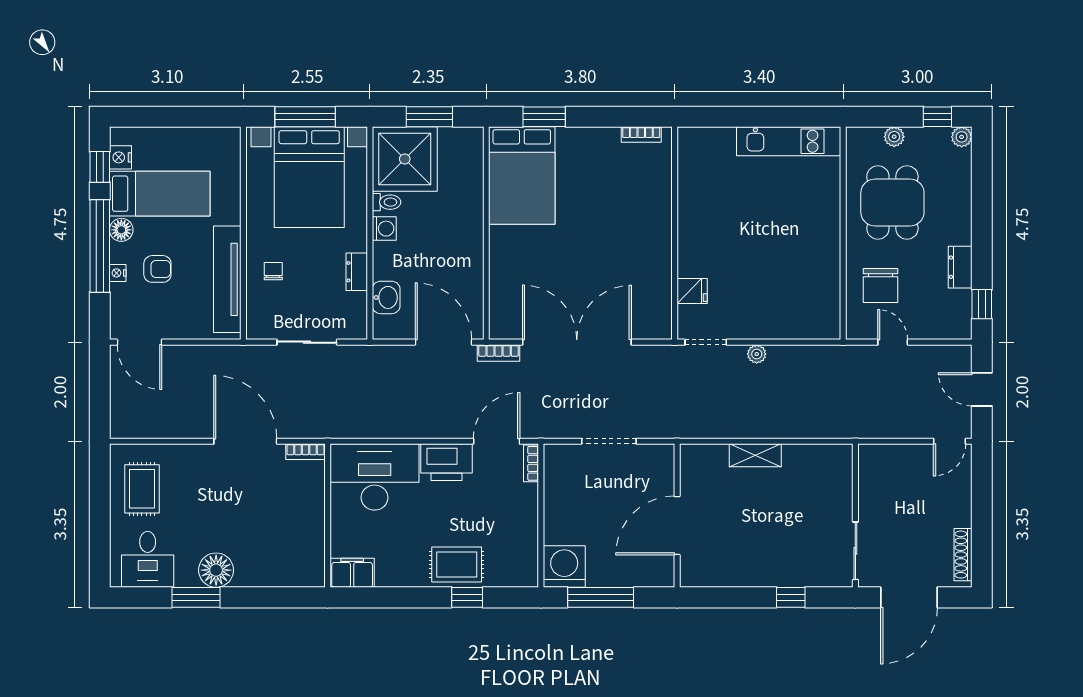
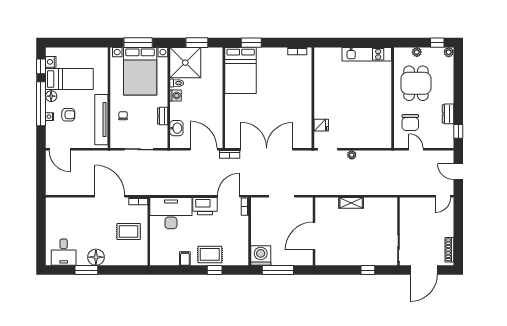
rug: (142, 489) -> (129, 232), moved, turned 90
filing cabinet: (352, 573) -> (185, 258), moved, width x0.50

